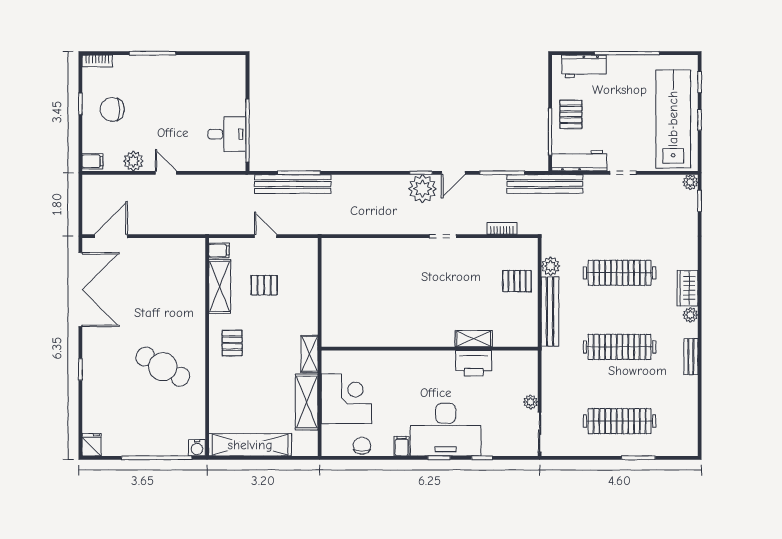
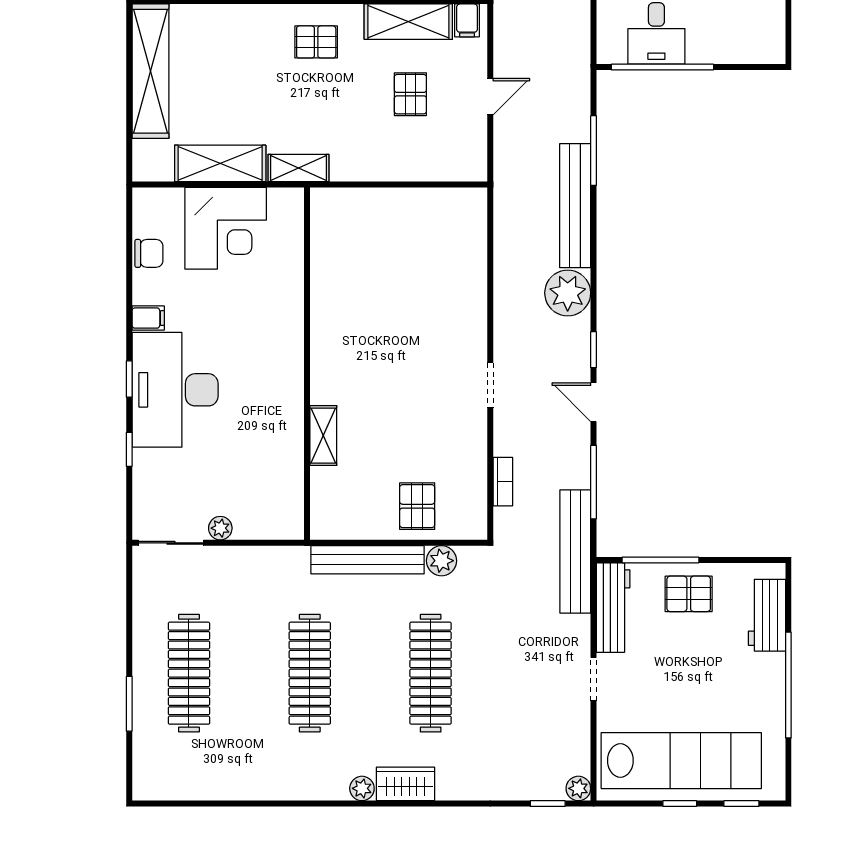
bench: (293, 184) -> (575, 206), moved
plant: (422, 189) -> (568, 293), moved
bench: (691, 357) -> (294, 789), removed
printer: (474, 363) -> (283, 435), removed

